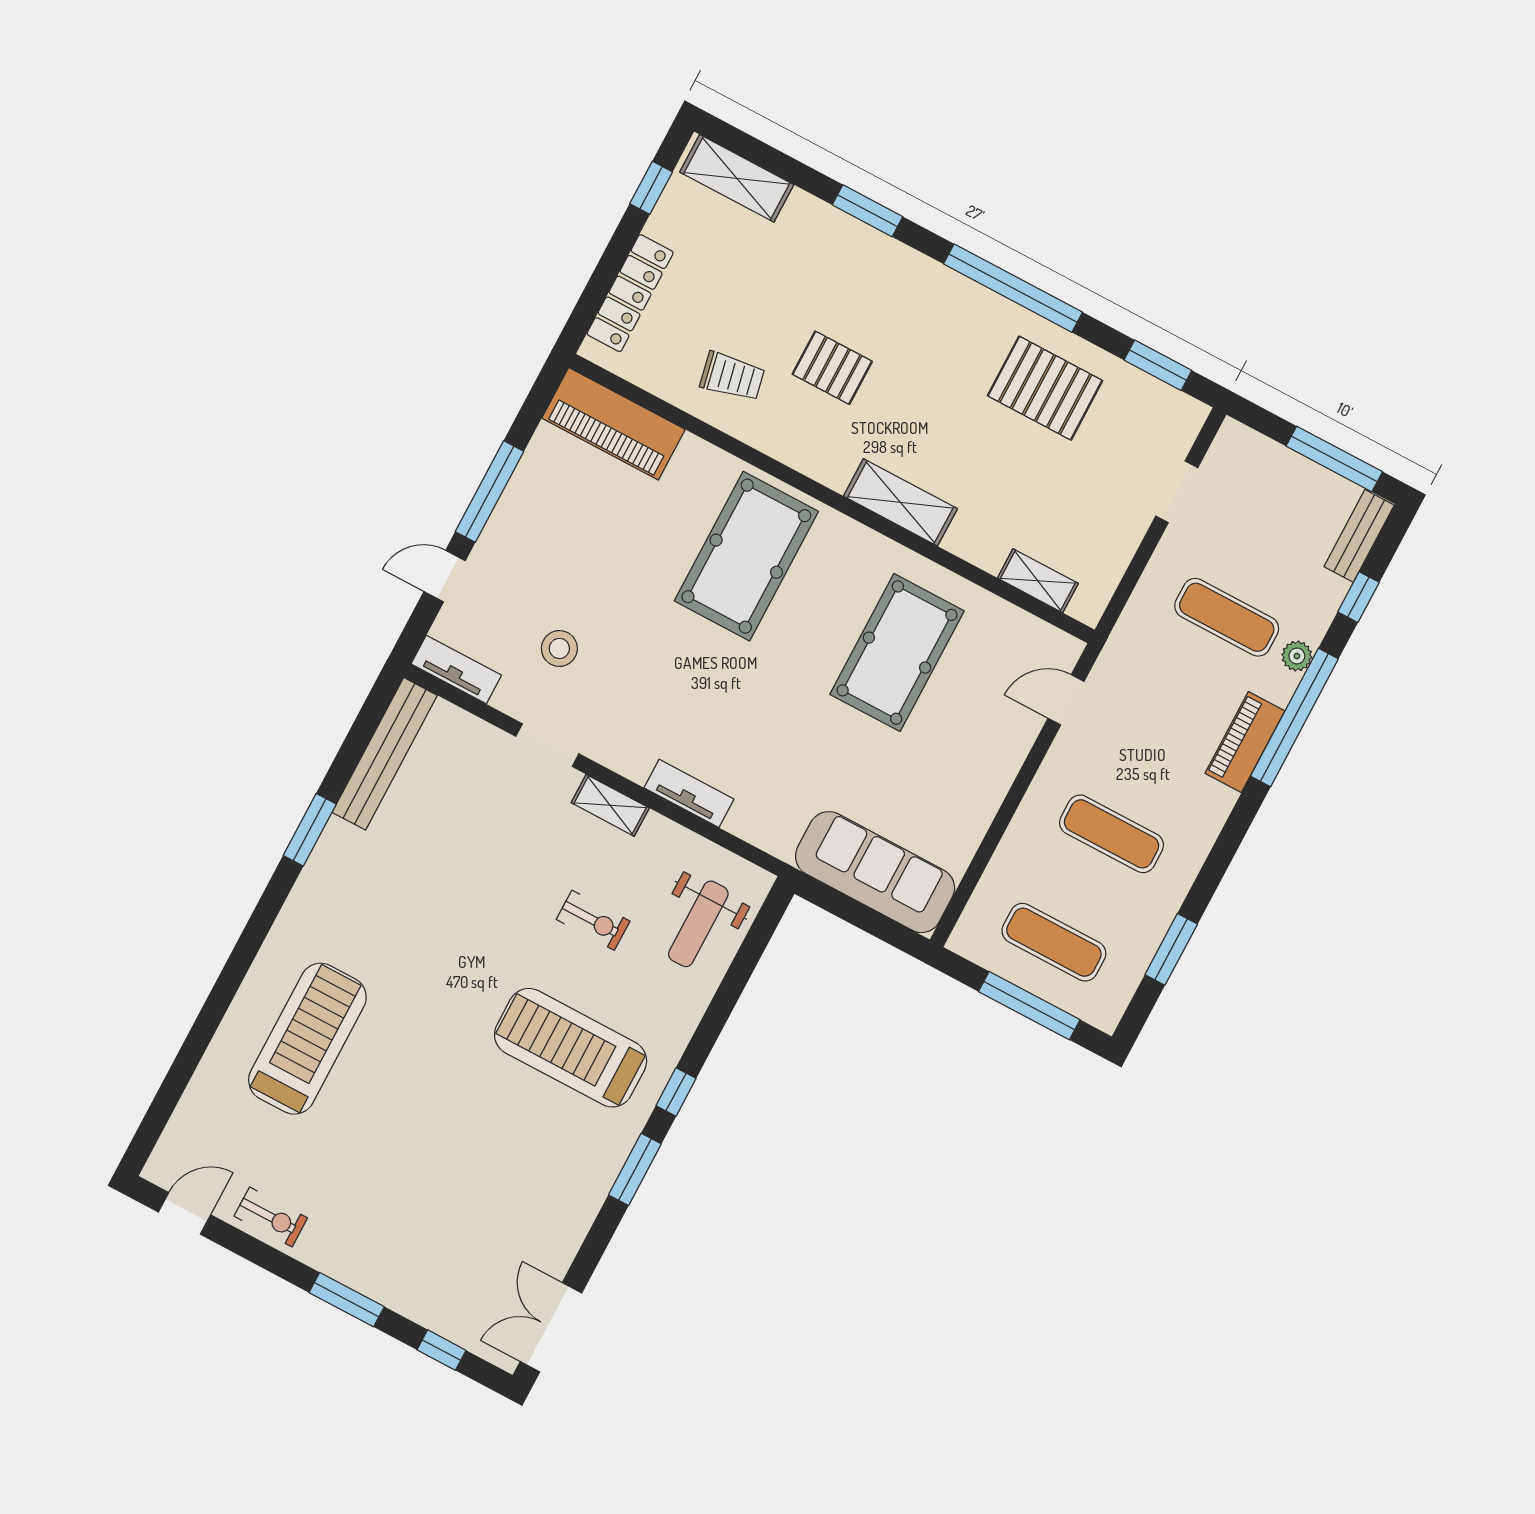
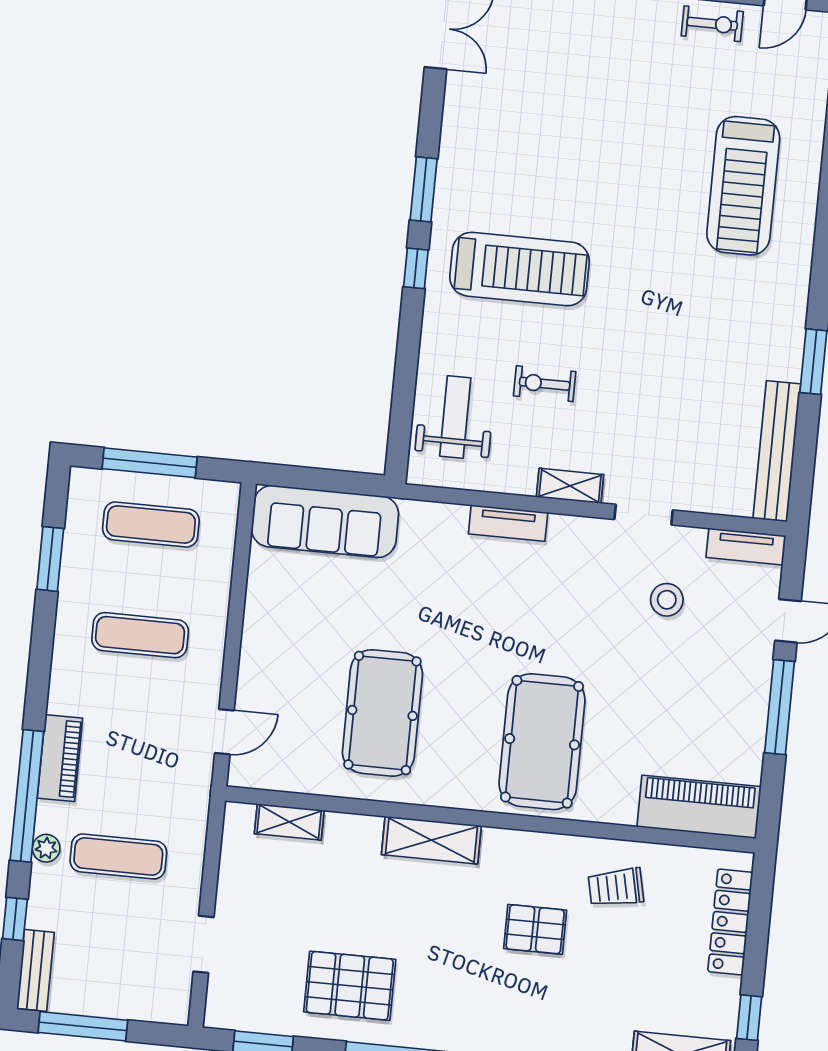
exercise bike: (271, 1217) -> (712, 24), turned 180

